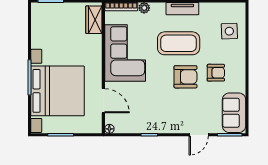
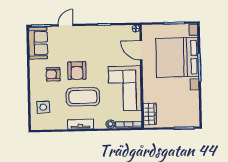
armchair: (185, 77) -> (77, 71), turned -90

